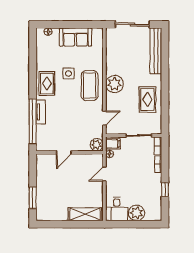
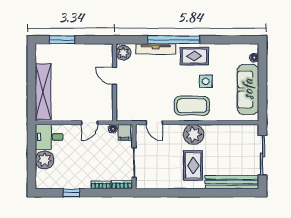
sofa: (76, 37) -> (248, 89), width x1.36
rug: (147, 100) -> (193, 165), moved, turned 90
tv unit: (41, 112) -> (156, 49), width x1.41
window: (33, 121) -> (174, 40), moved
plant: (97, 145) -> (123, 53), moved
door: (104, 174) -> (89, 123), swing flipped
shelving: (85, 214) -> (43, 91), width x1.47

